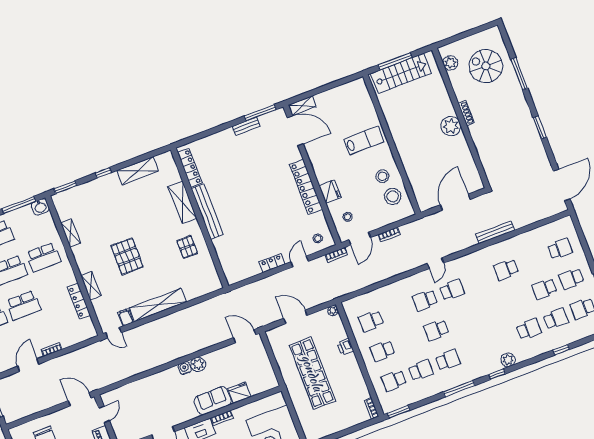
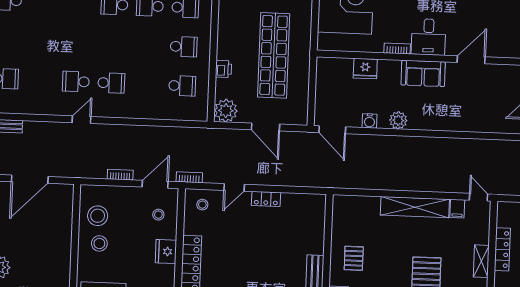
plant: (333, 311) -> (226, 111), width x1.87, depth x1.87
school desk: (436, 330) -> (113, 44), removed
water cooler: (185, 368) -> (370, 121), moved
sofa: (213, 401) -> (423, 73), moved

